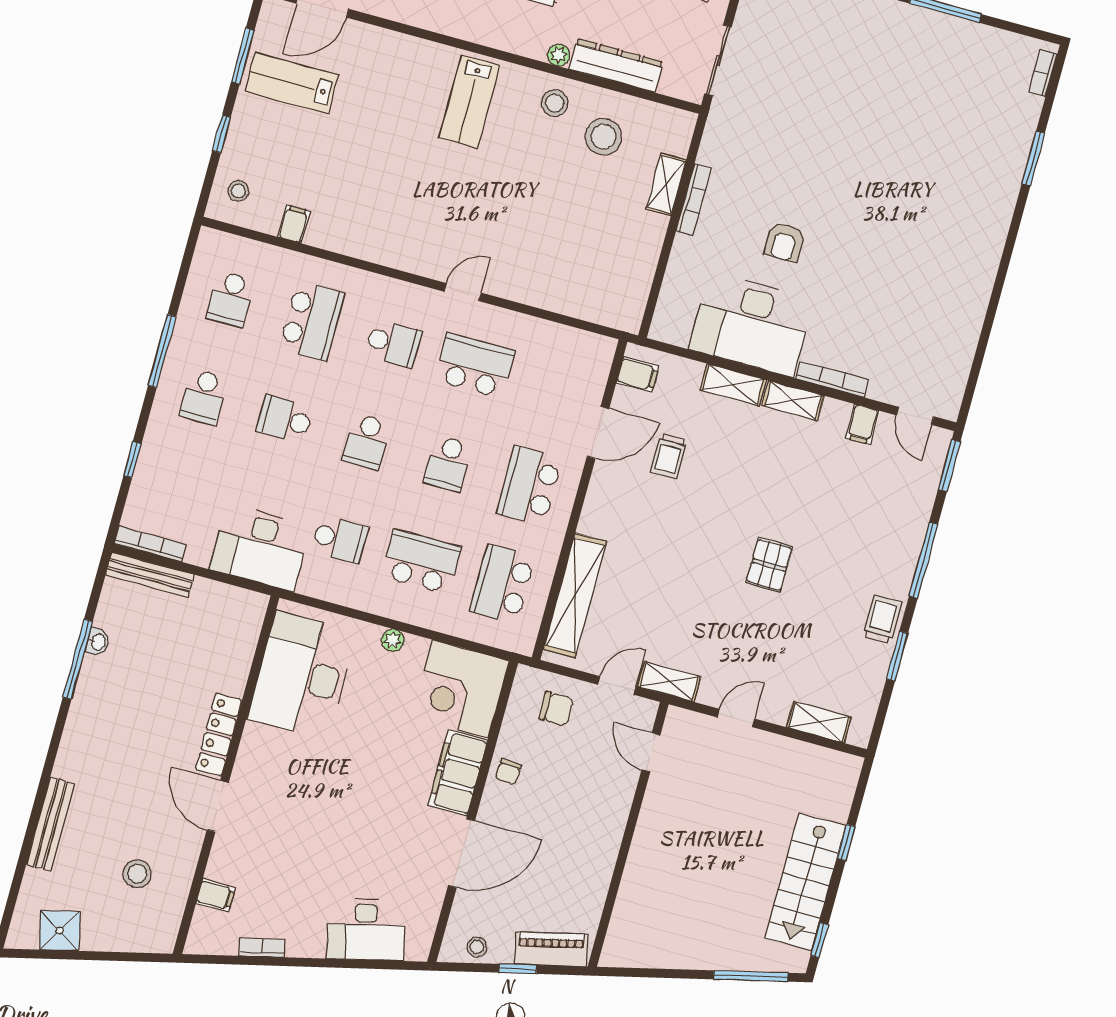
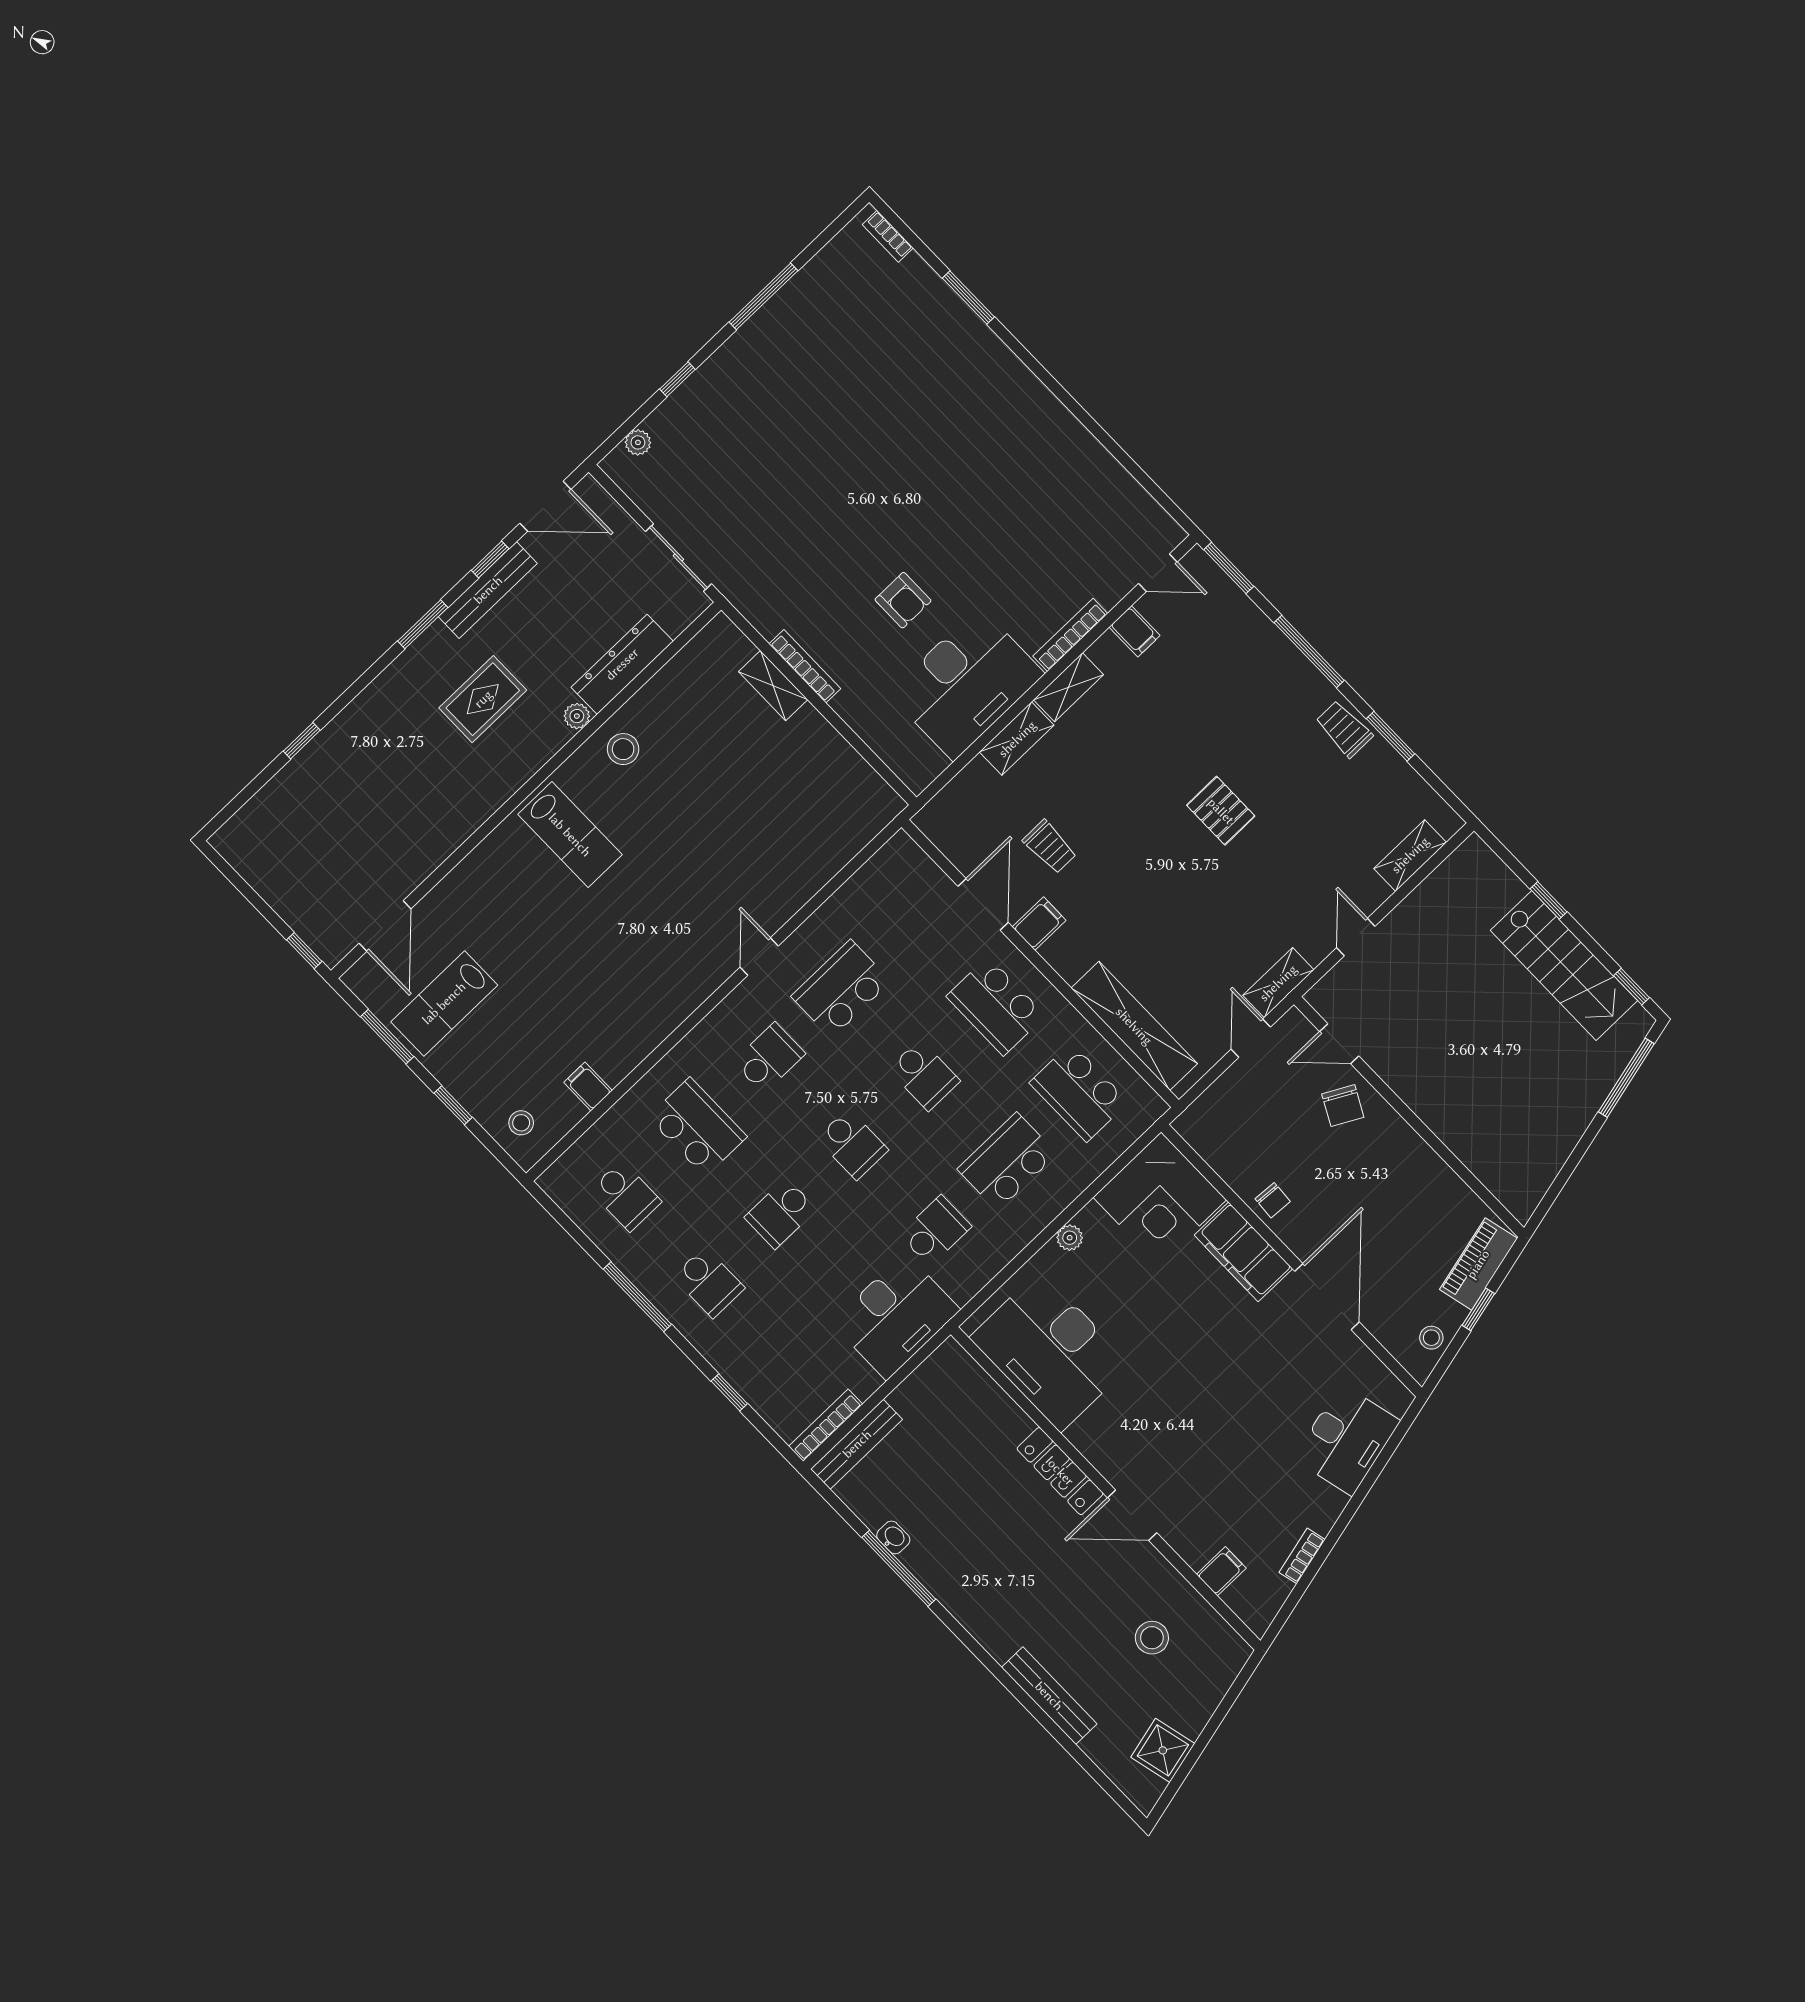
stool: (603, 137) -> (687, 720), removed
filing cabinet: (637, 375) -> (1039, 924), moved
chair: (556, 709) -> (1343, 1106), moved, turned 118

